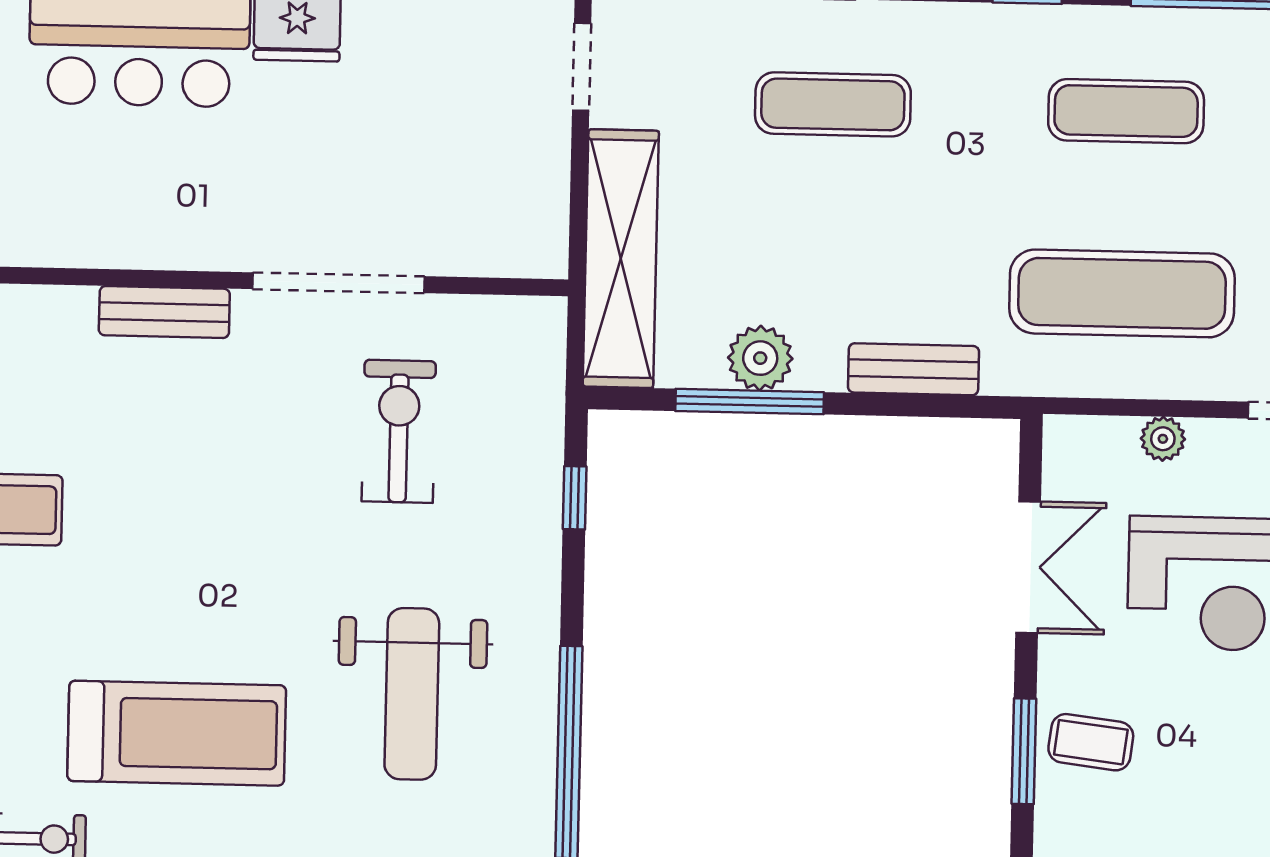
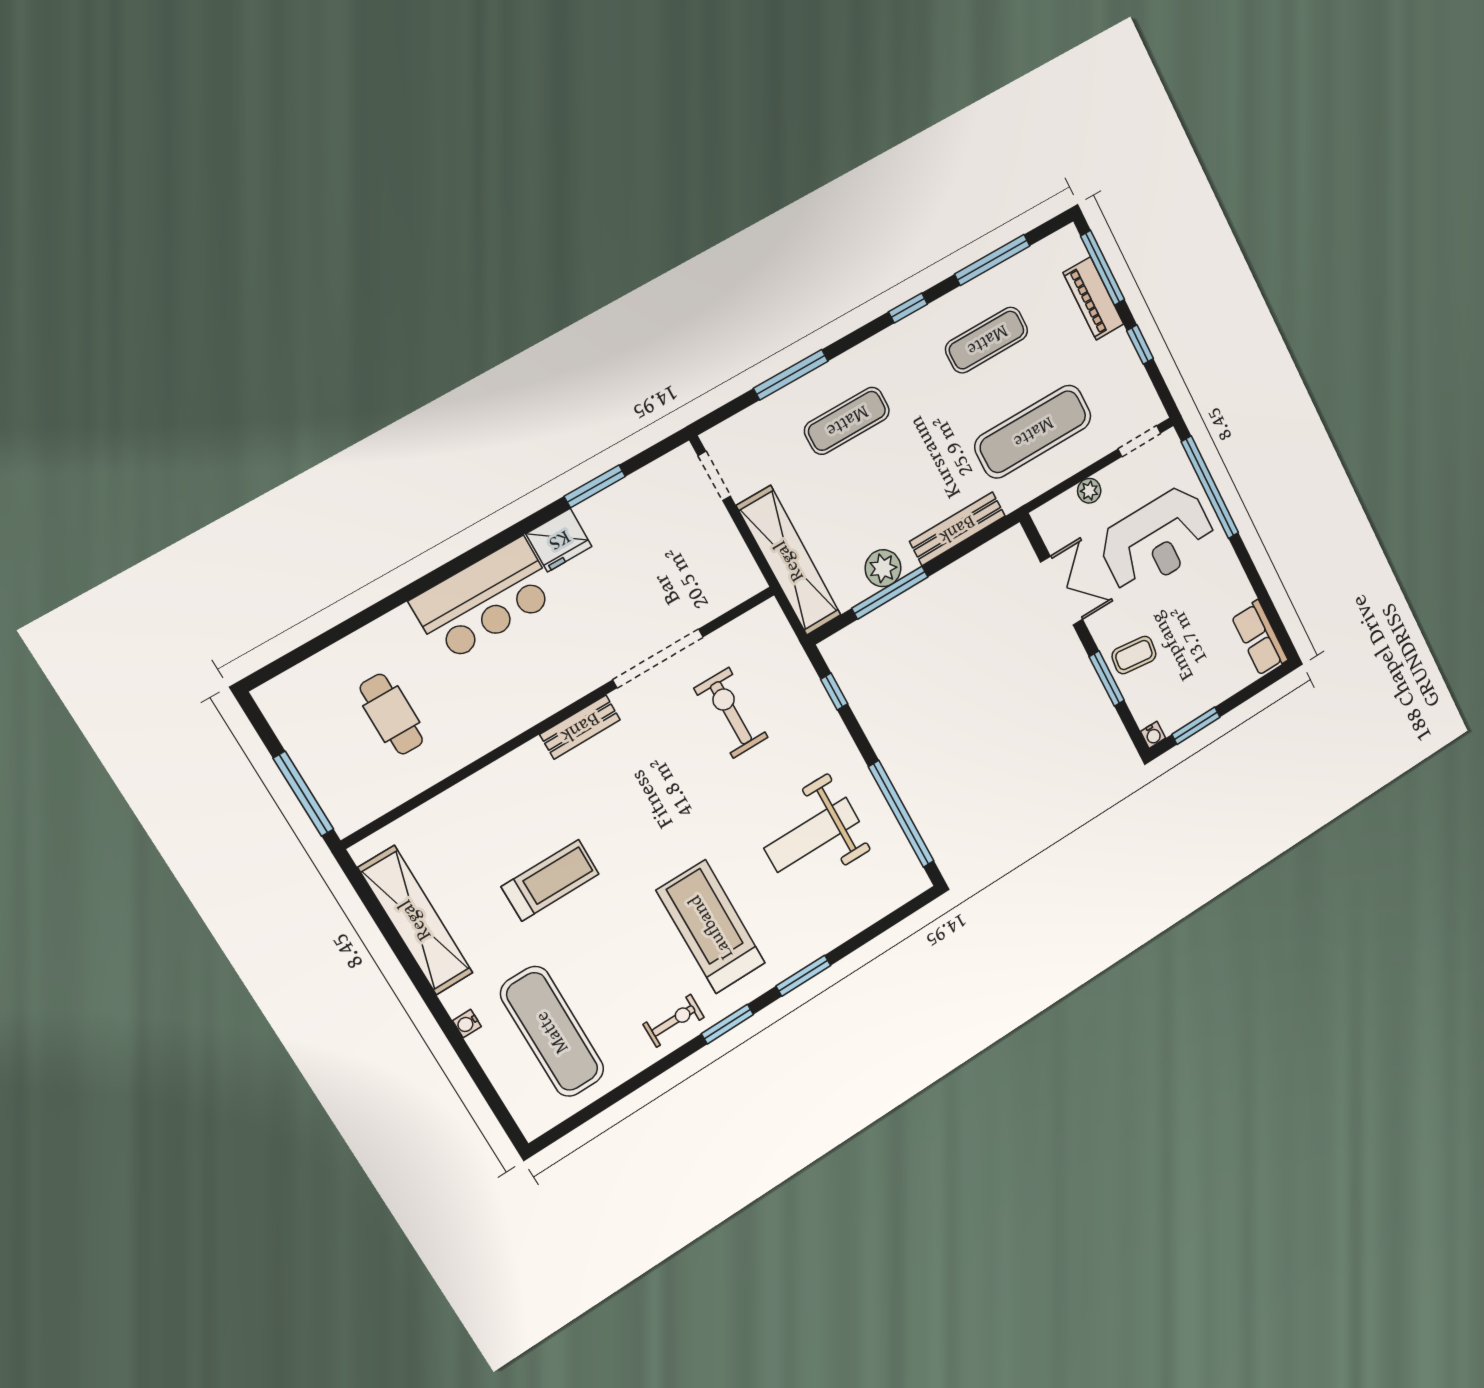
bench: (913, 369) -> (957, 529), width x1.36
weight bench: (412, 694) -> (812, 835), turned 90
treadmill: (177, 733) -> (711, 927), turned -90

